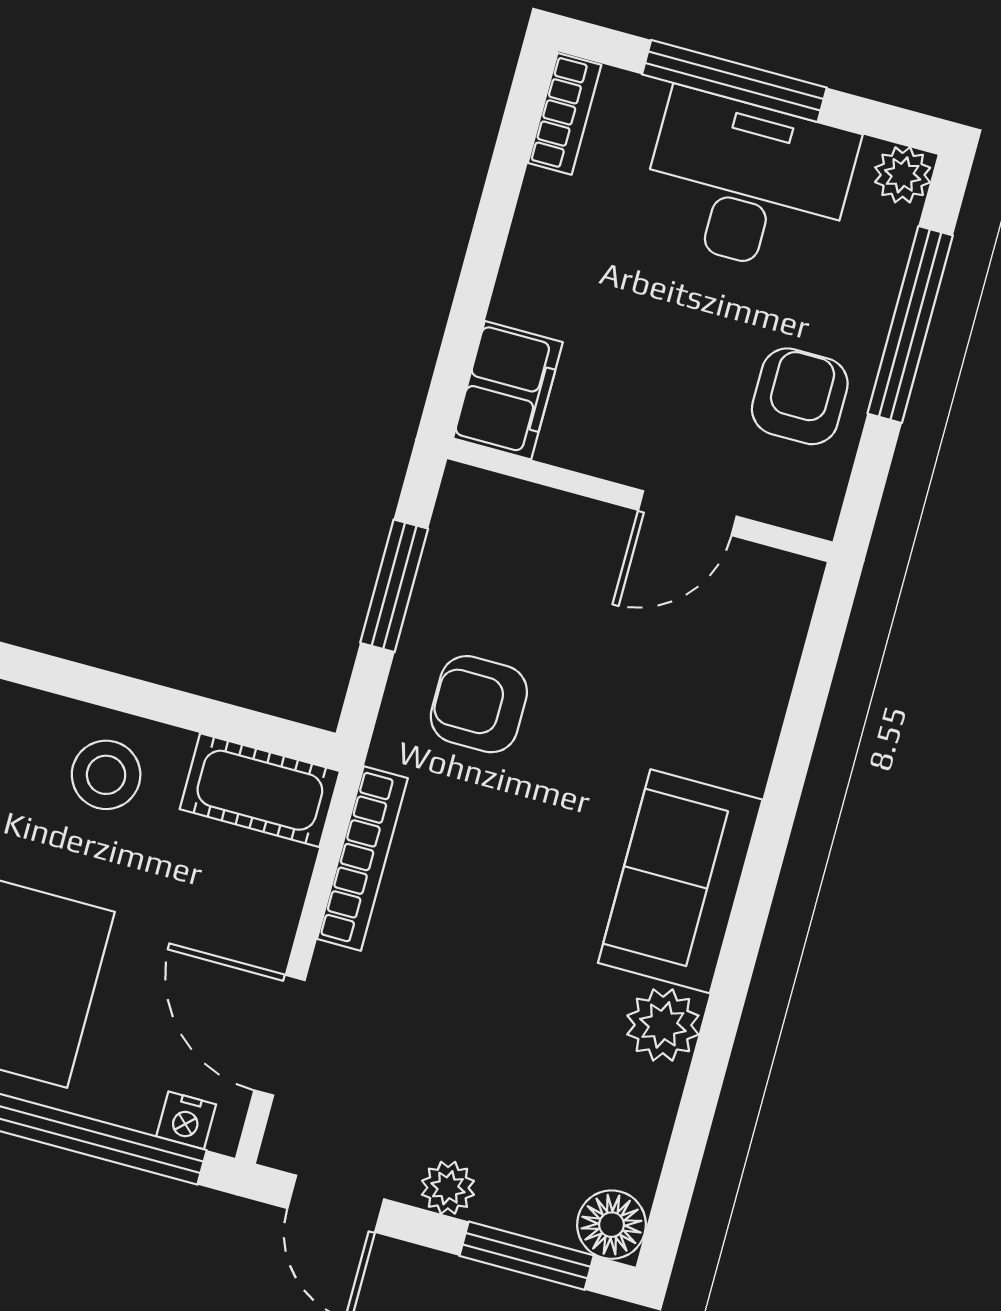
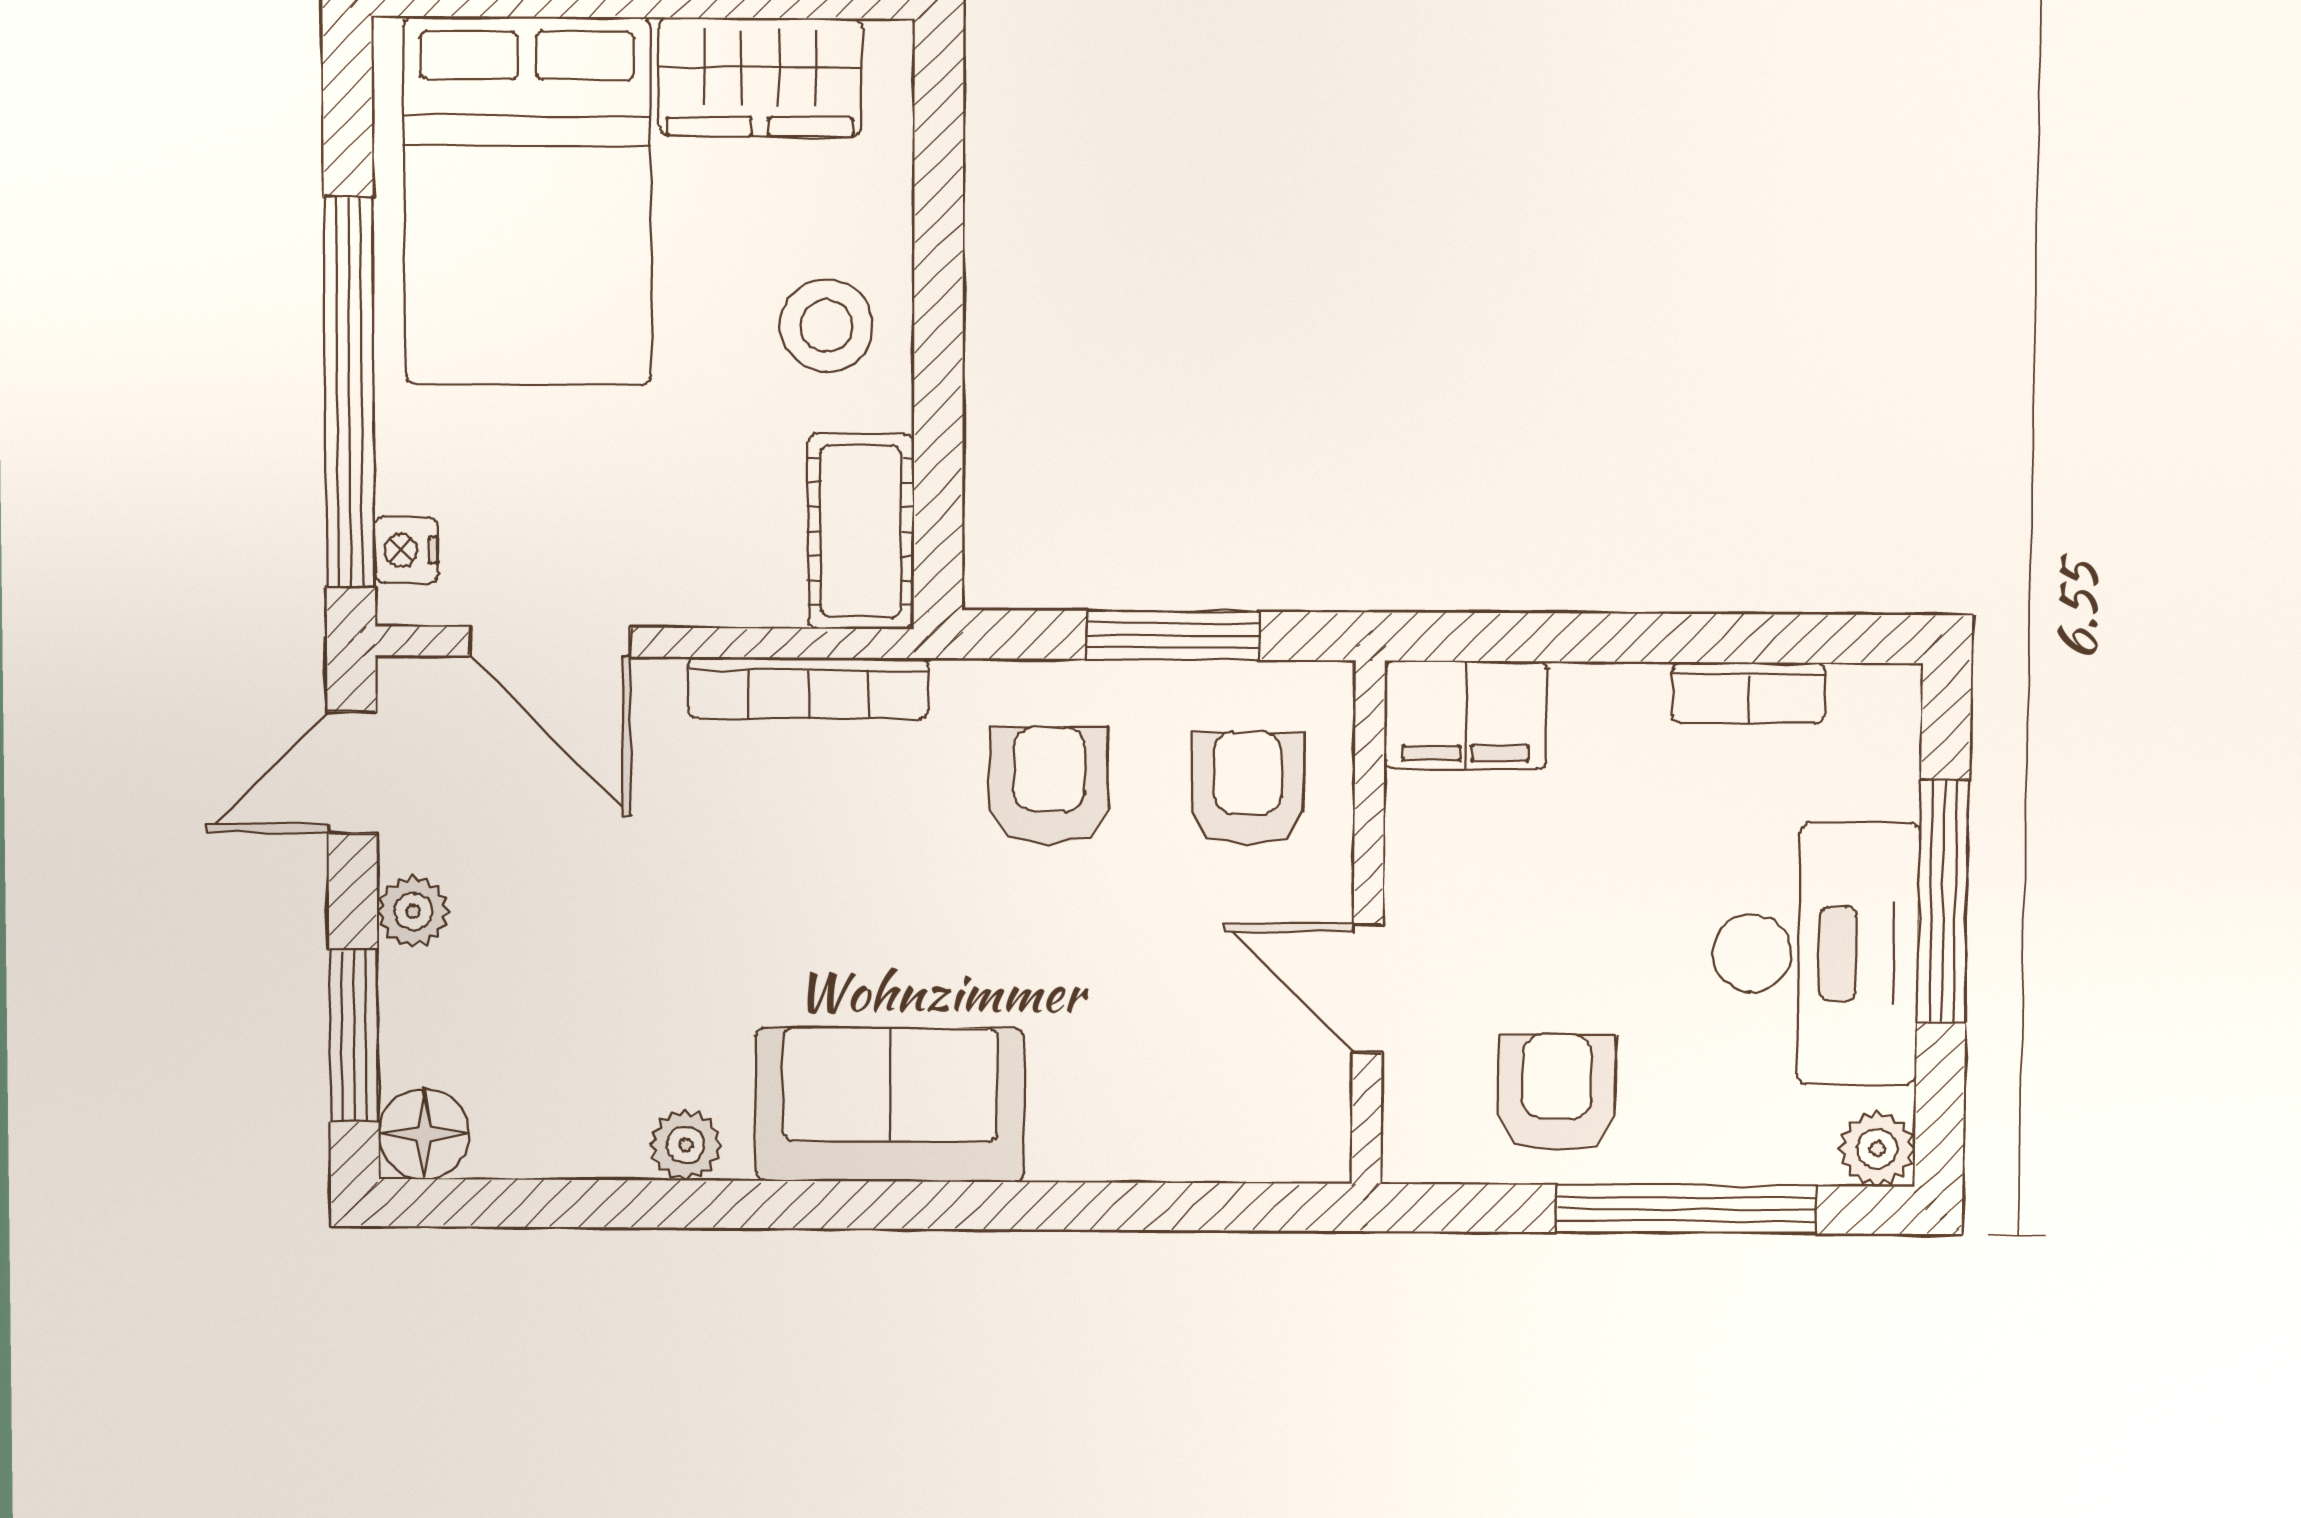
bookcase: (565, 114) -> (1749, 693), moved
armchair: (800, 396) -> (1557, 1093), turned -90
armchair: (519, 562) -> (1248, 789), added
plant: (663, 1025) -> (686, 1145), width x0.73, depth x0.73
door: (279, 1035) -> (550, 642), swing flipped

